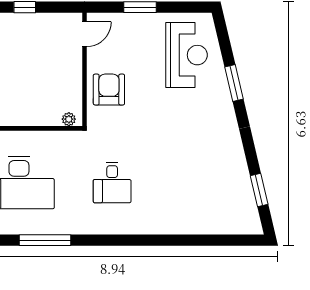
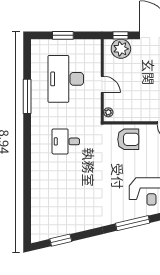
window: (234, 83) -> (133, 223), width x1.44
door: (27, 128) -> (102, 84), added

